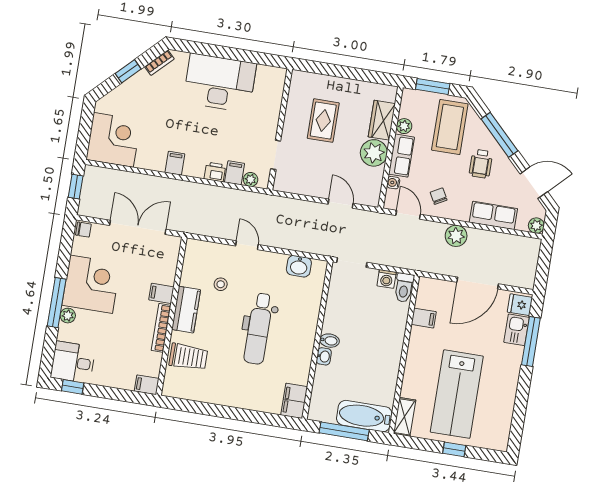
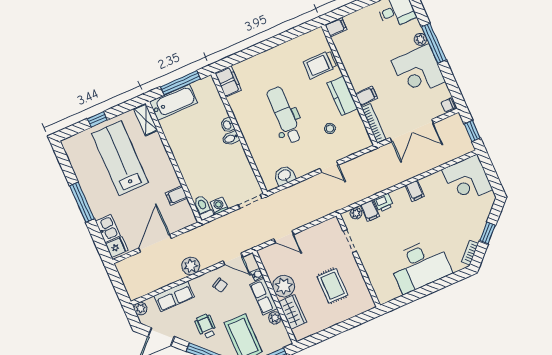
bookcase: (161, 328) -> (374, 123), moved
window: (531, 342) -> (82, 202), moved

